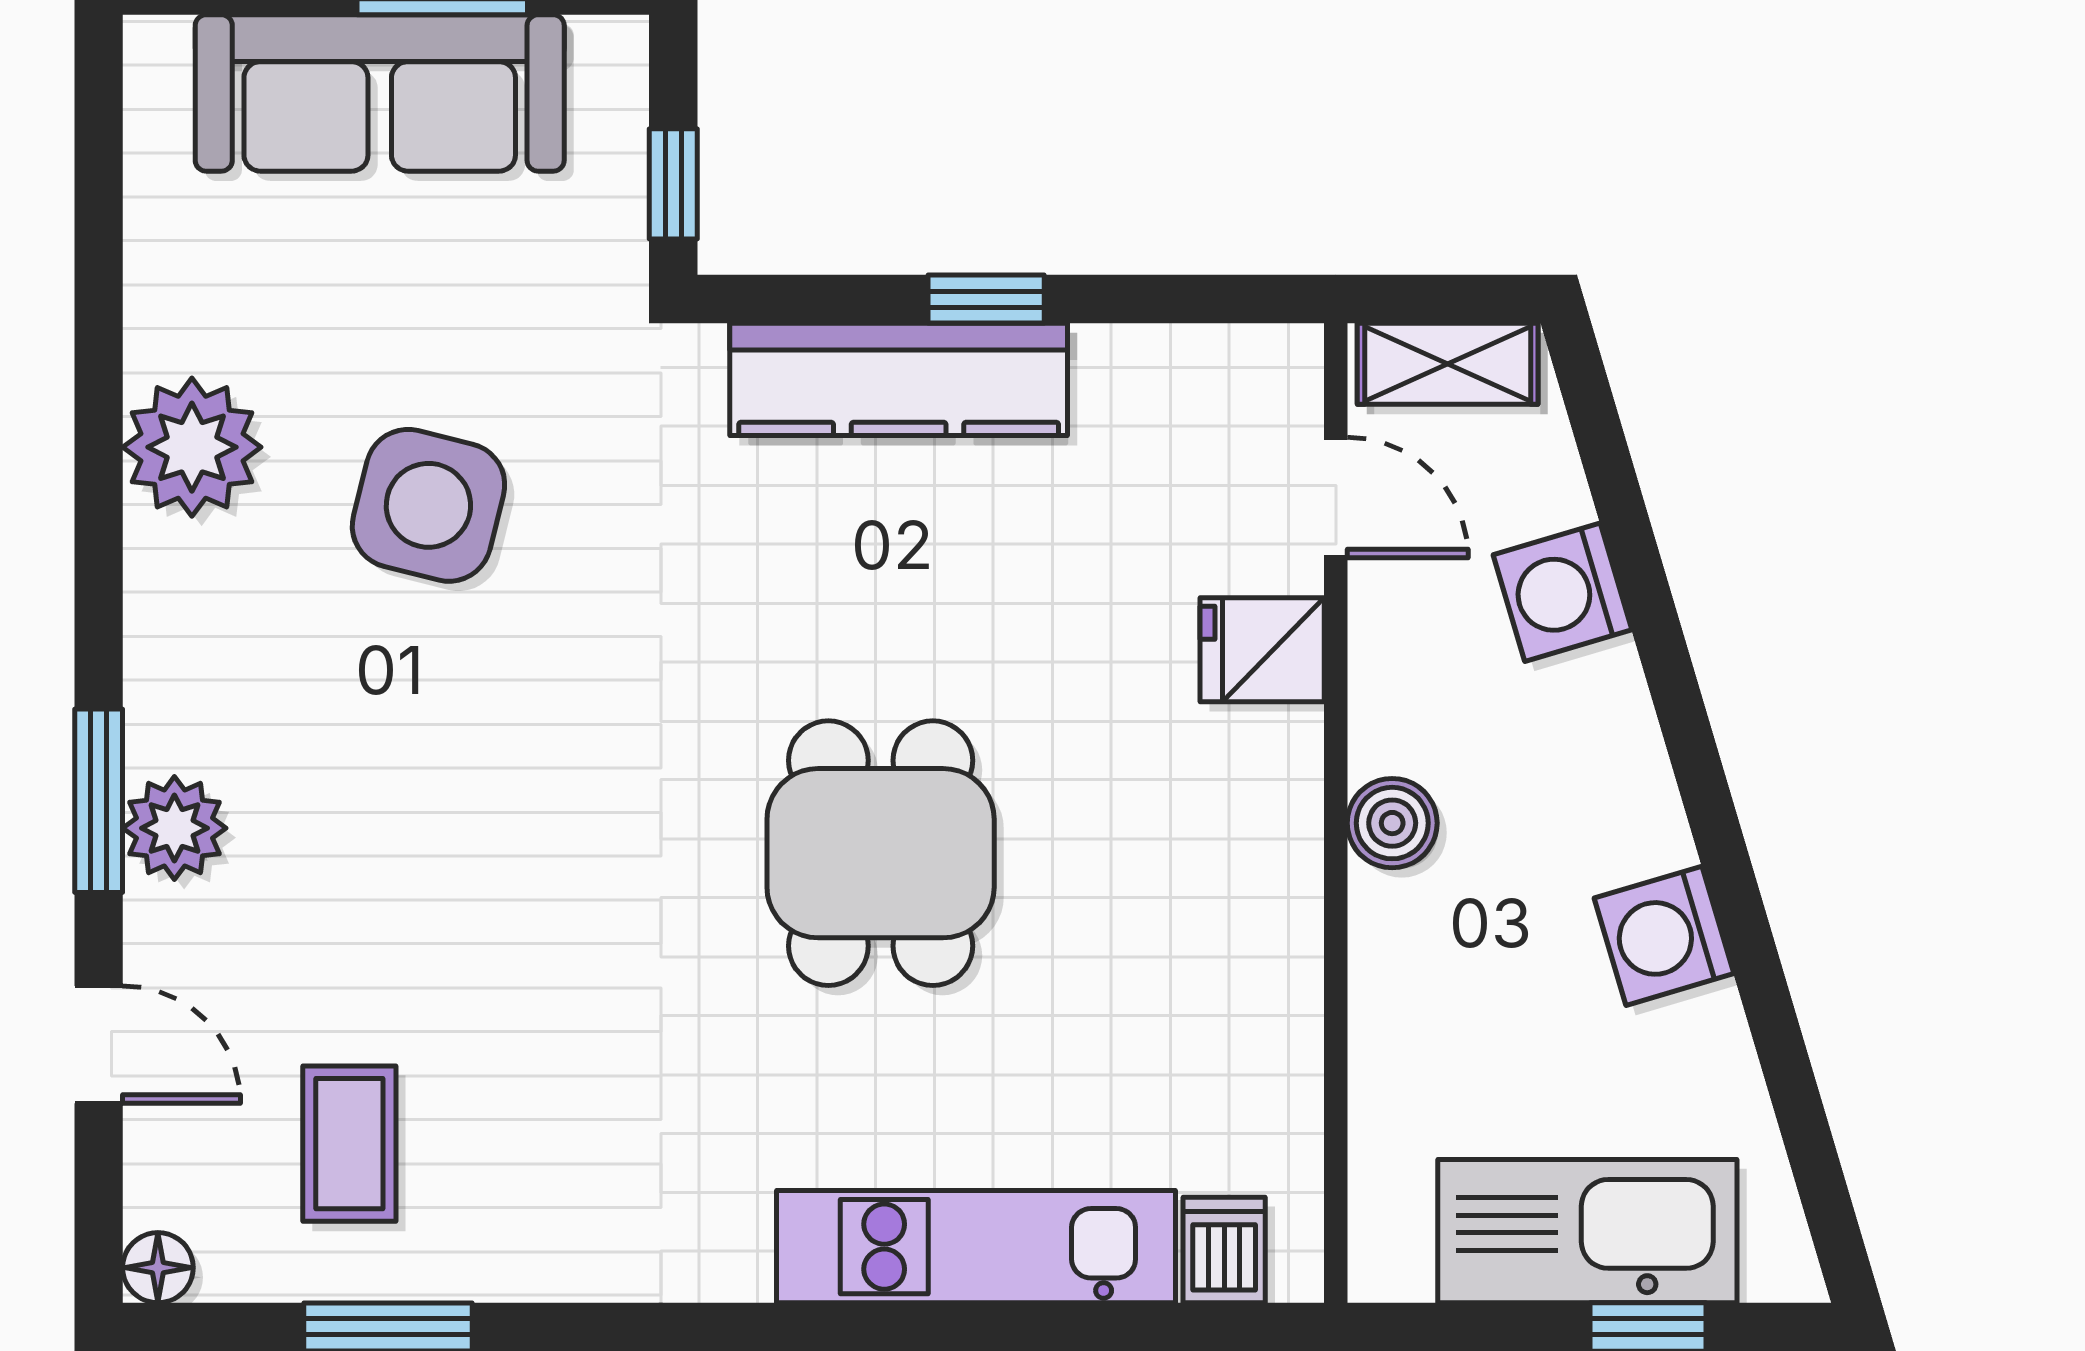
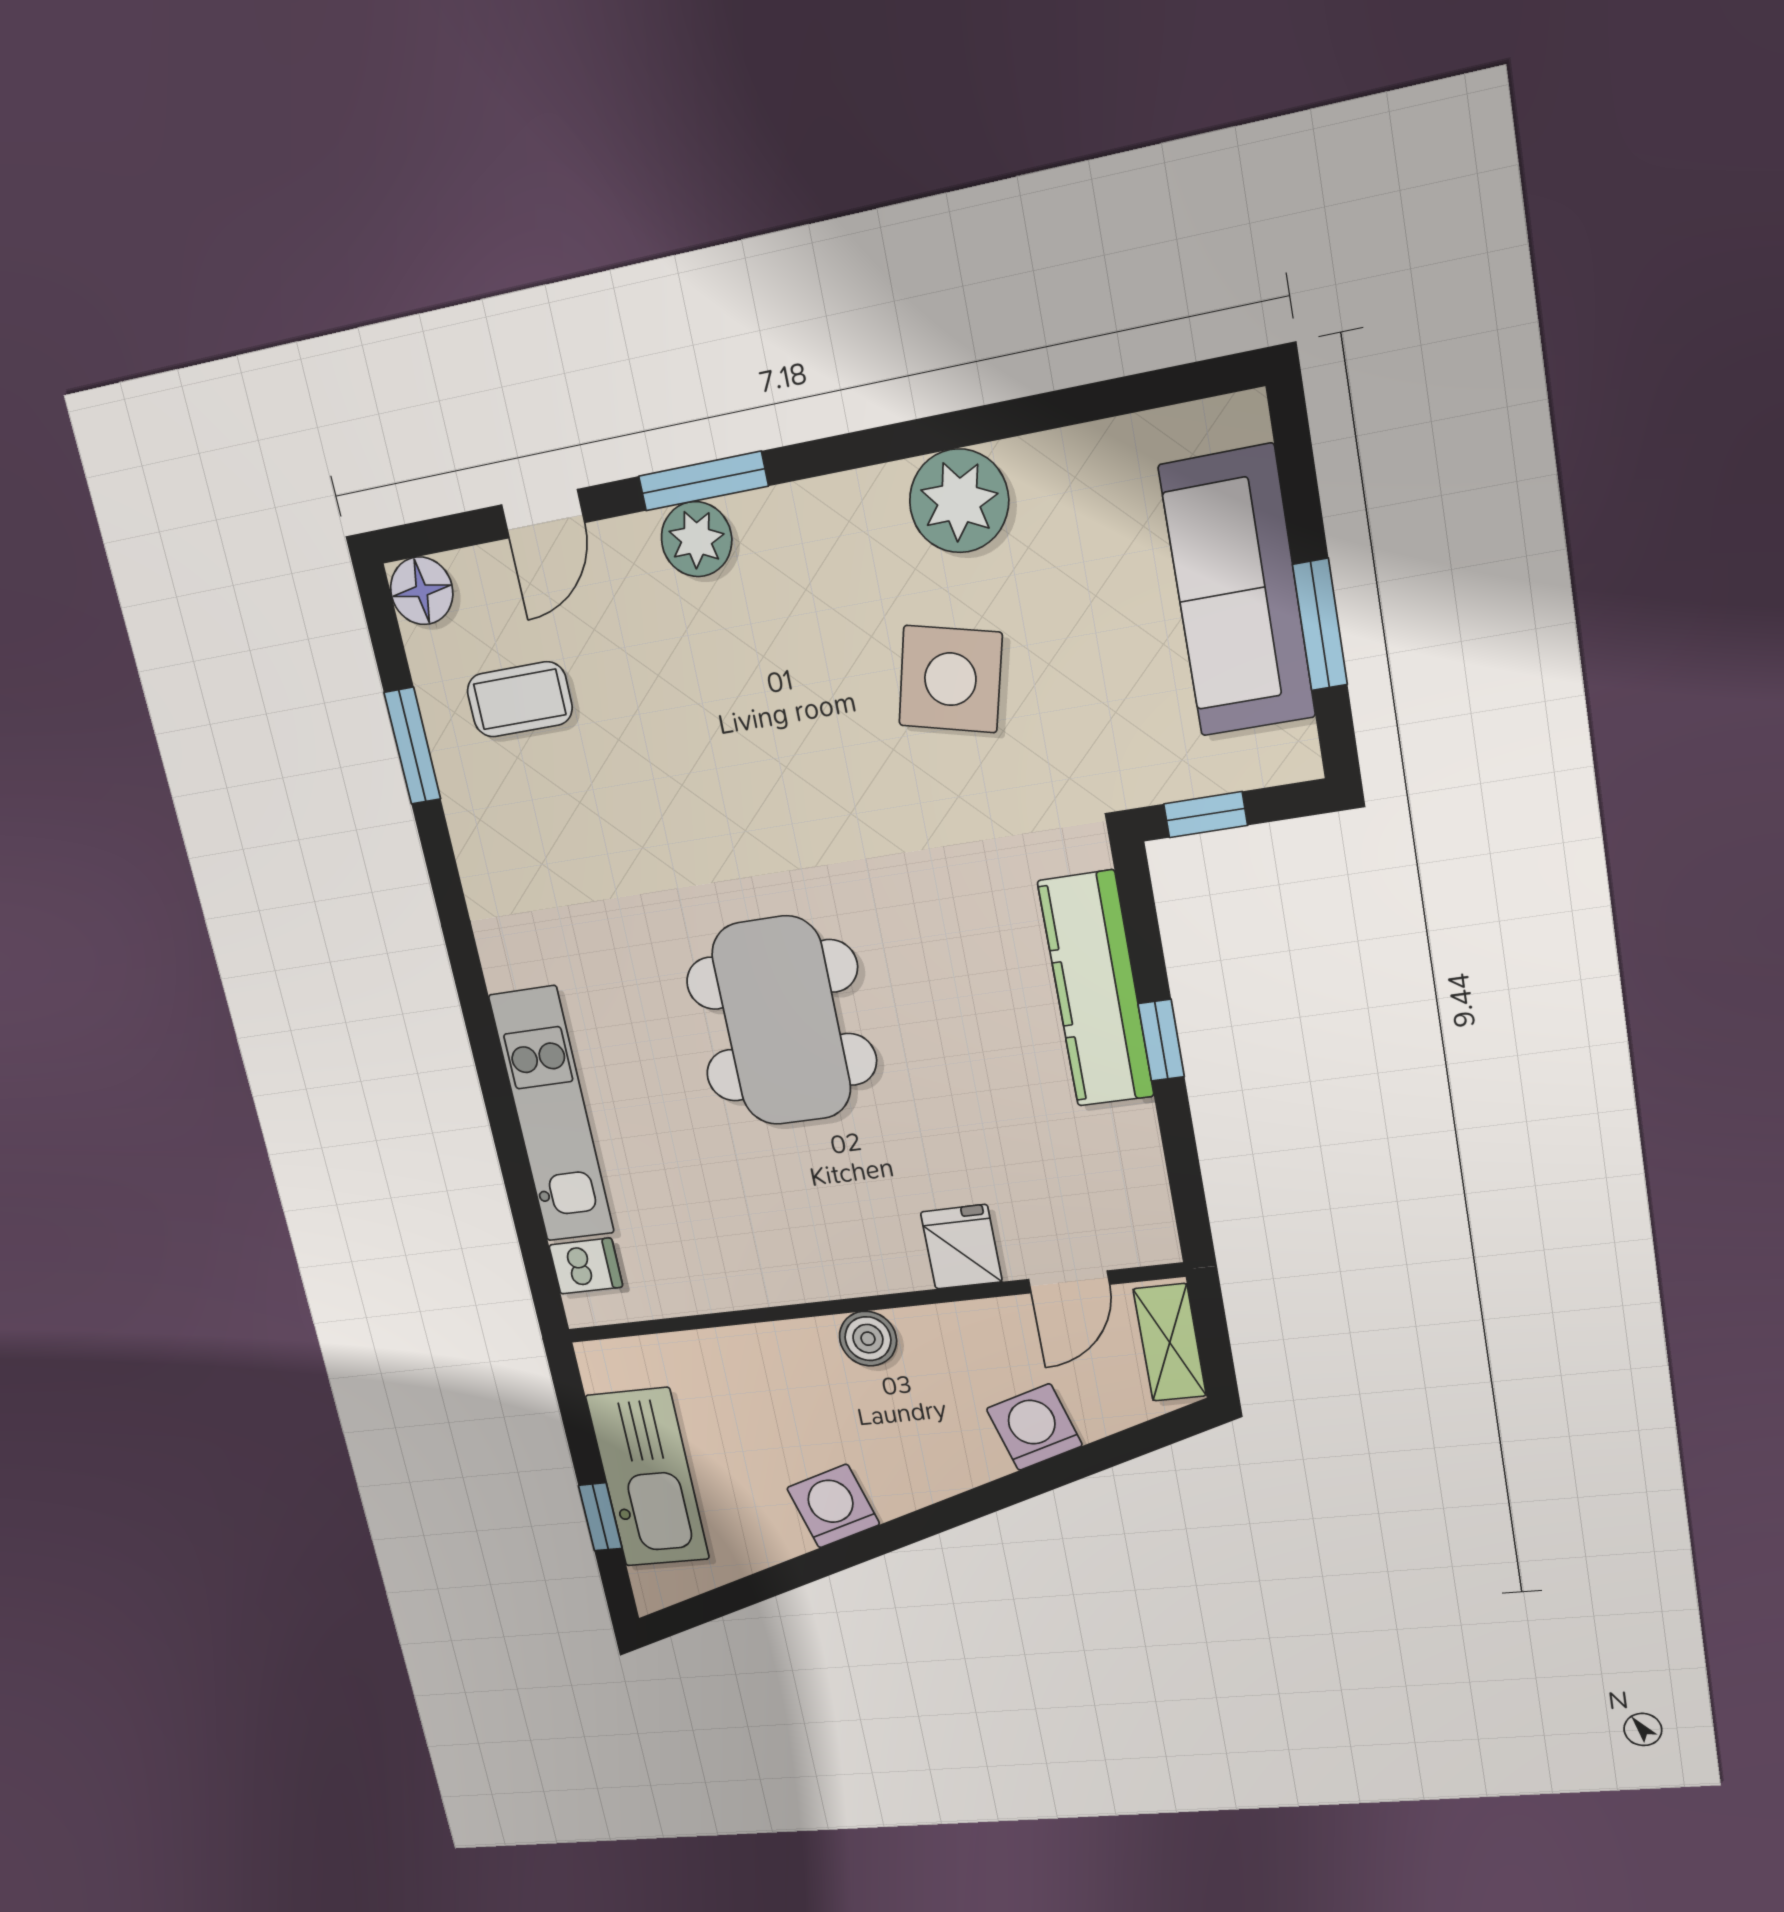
dining table: (881, 853) -> (781, 1021), width x1.38
floor lamp: (158, 1268) -> (422, 591), width x1.37, depth x1.37

